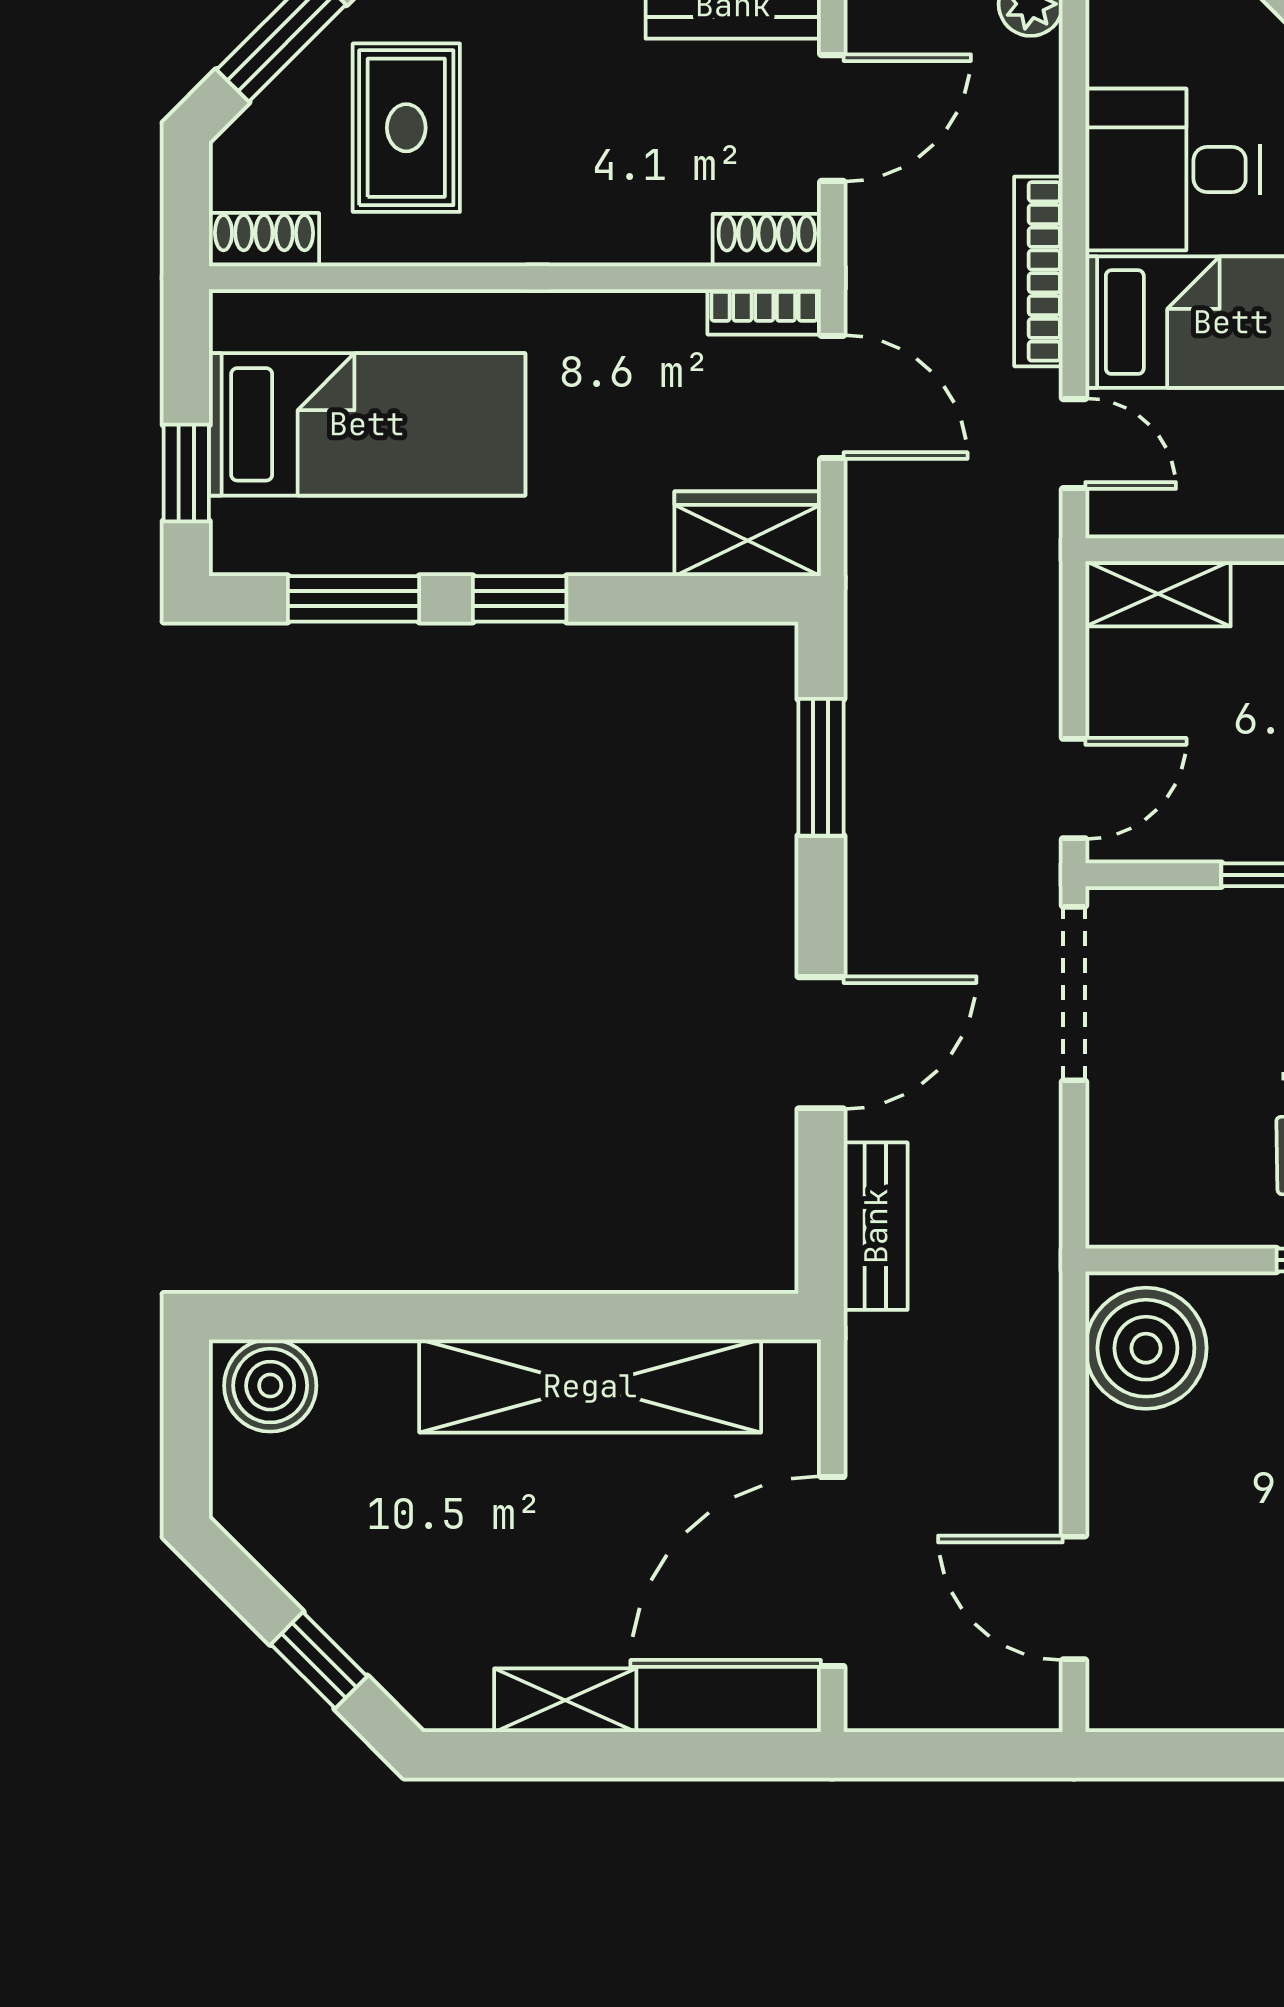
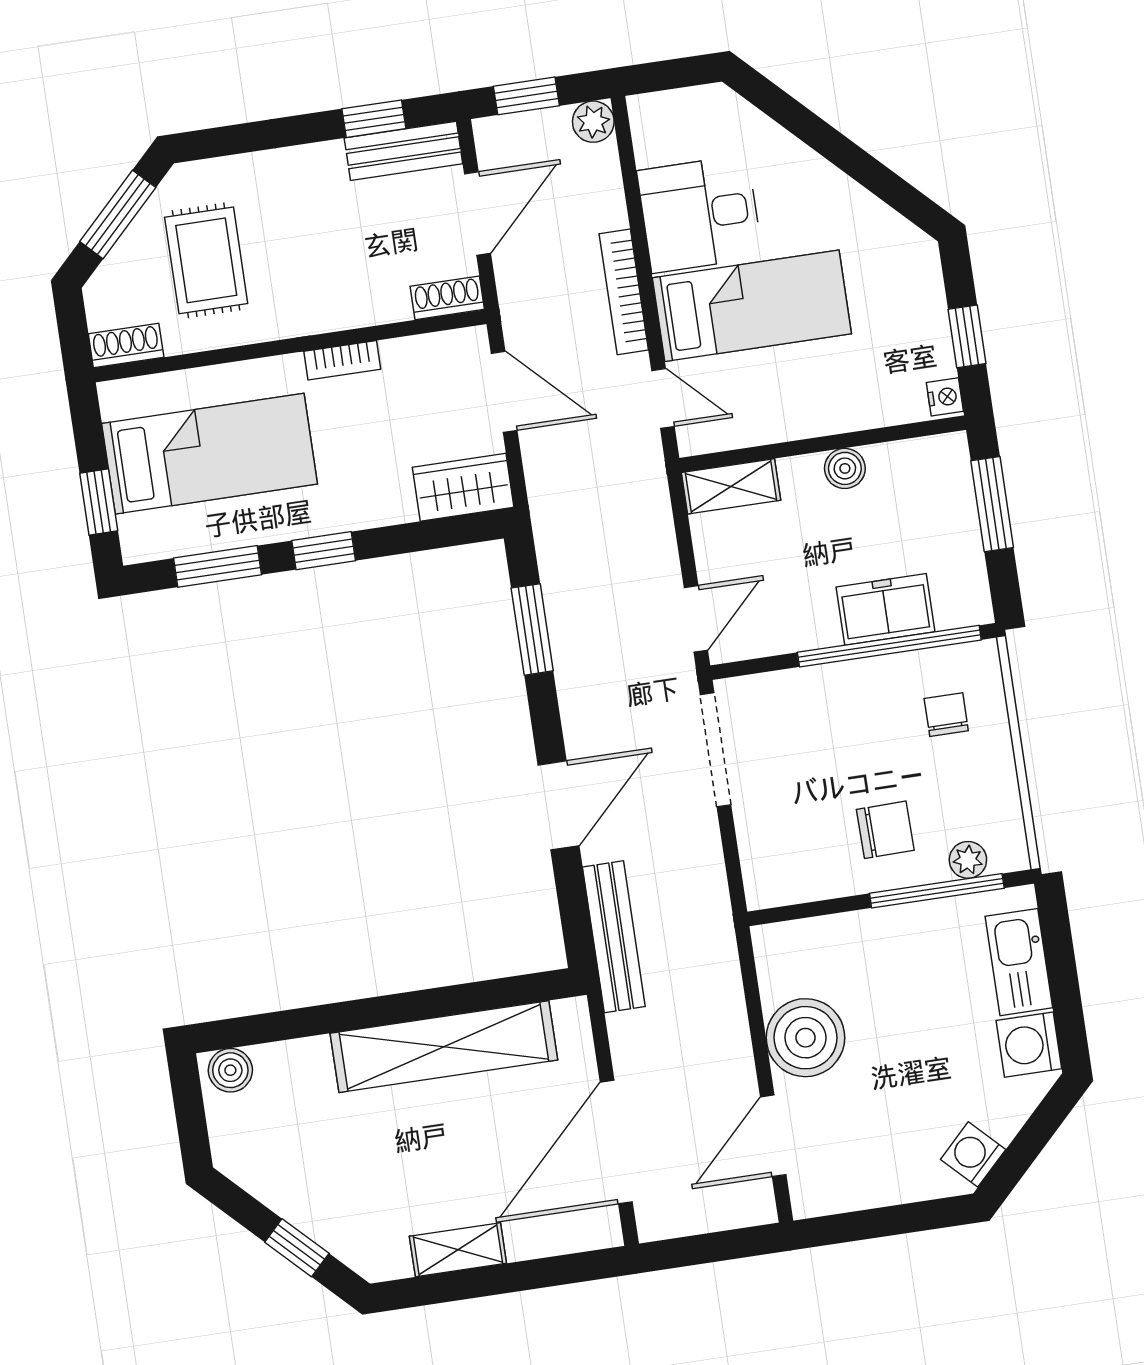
bookcase: (764, 312) -> (342, 360), moved
bench: (876, 1226) -> (614, 937), width x1.36
boiler: (1146, 1348) -> (805, 1038), moved
boiler: (270, 1386) -> (230, 1070), width x0.73, depth x0.73
door: (1074, 1598) -> (773, 1136), hinge flipped

